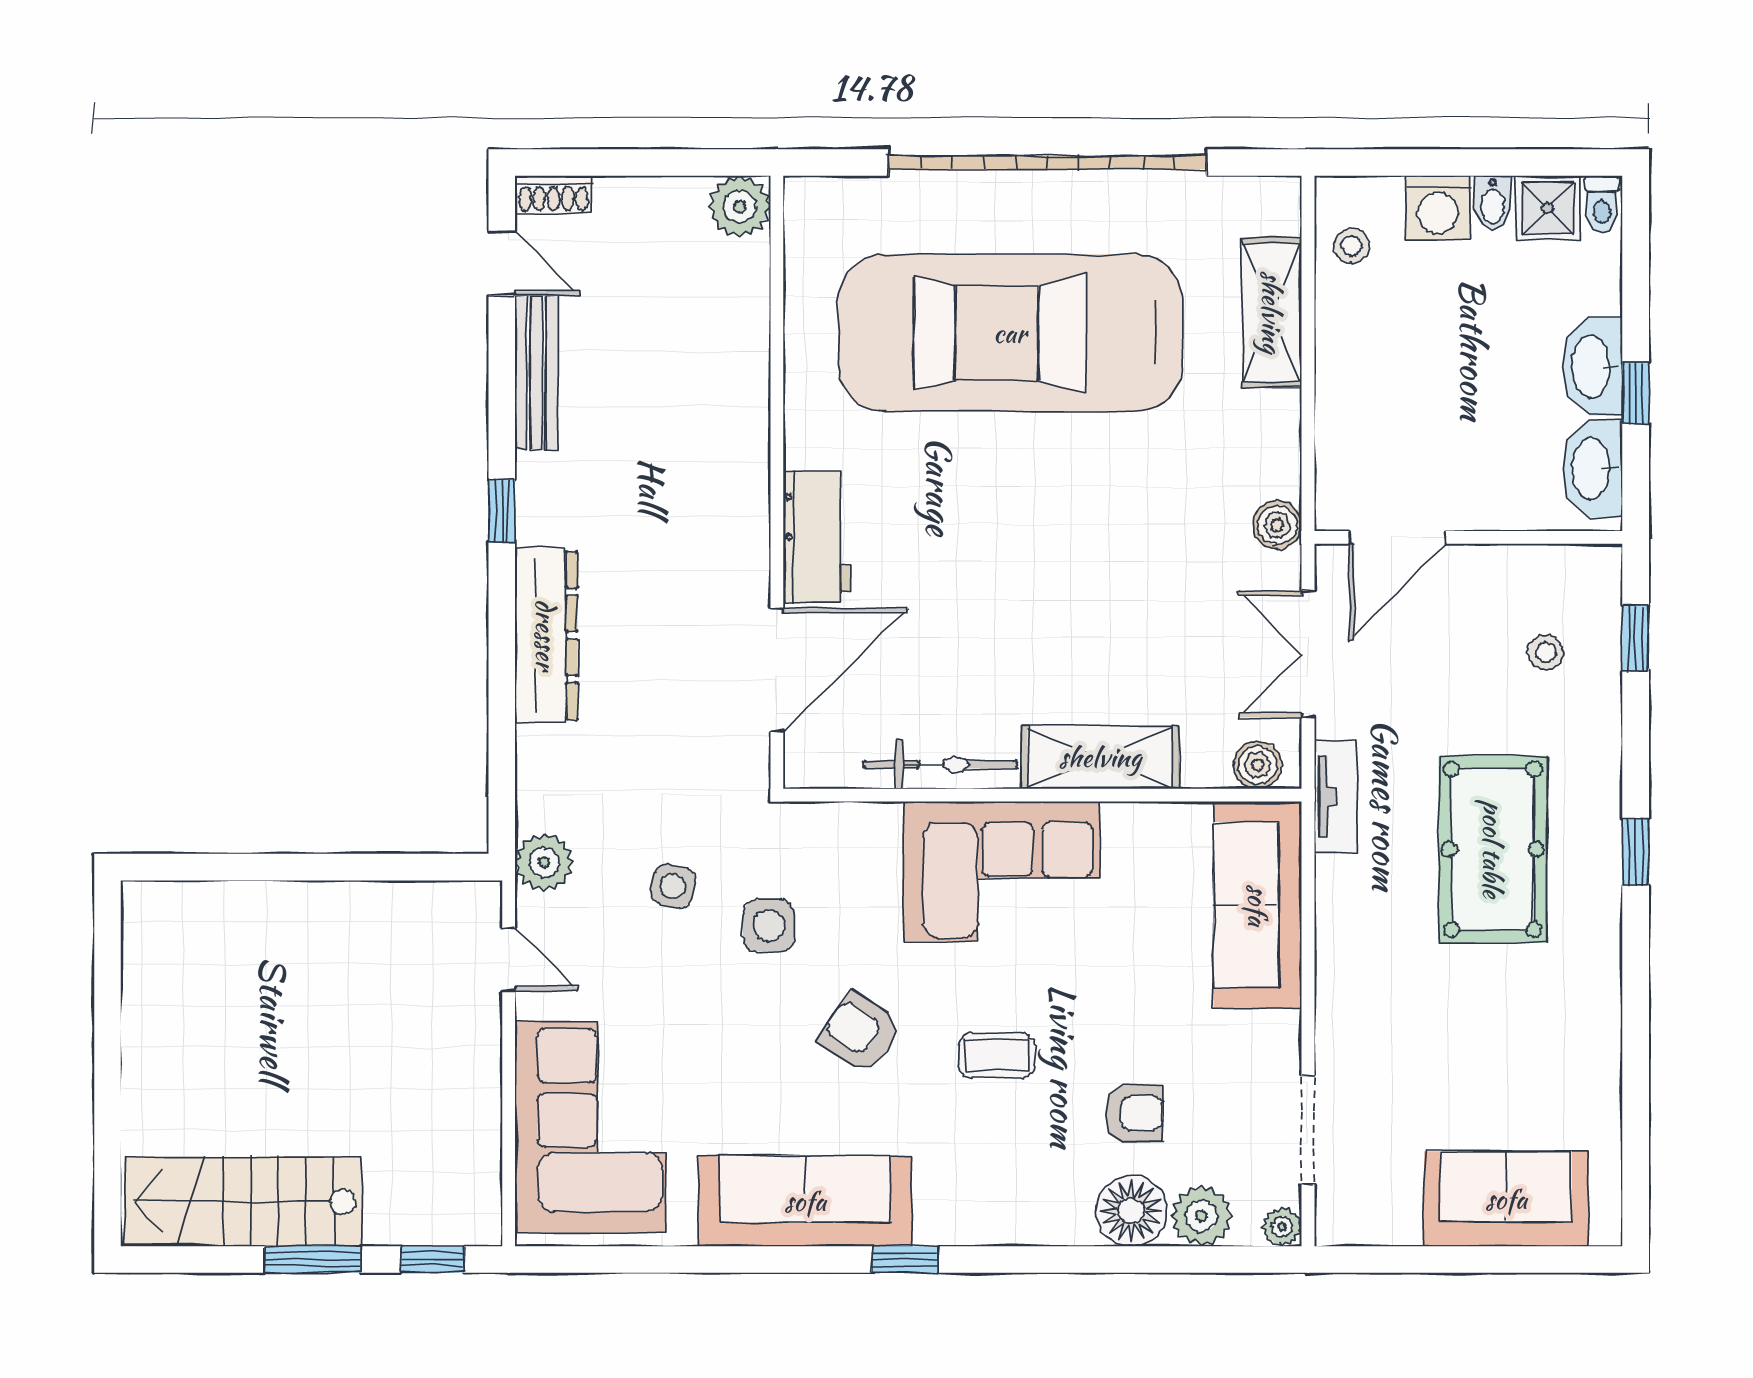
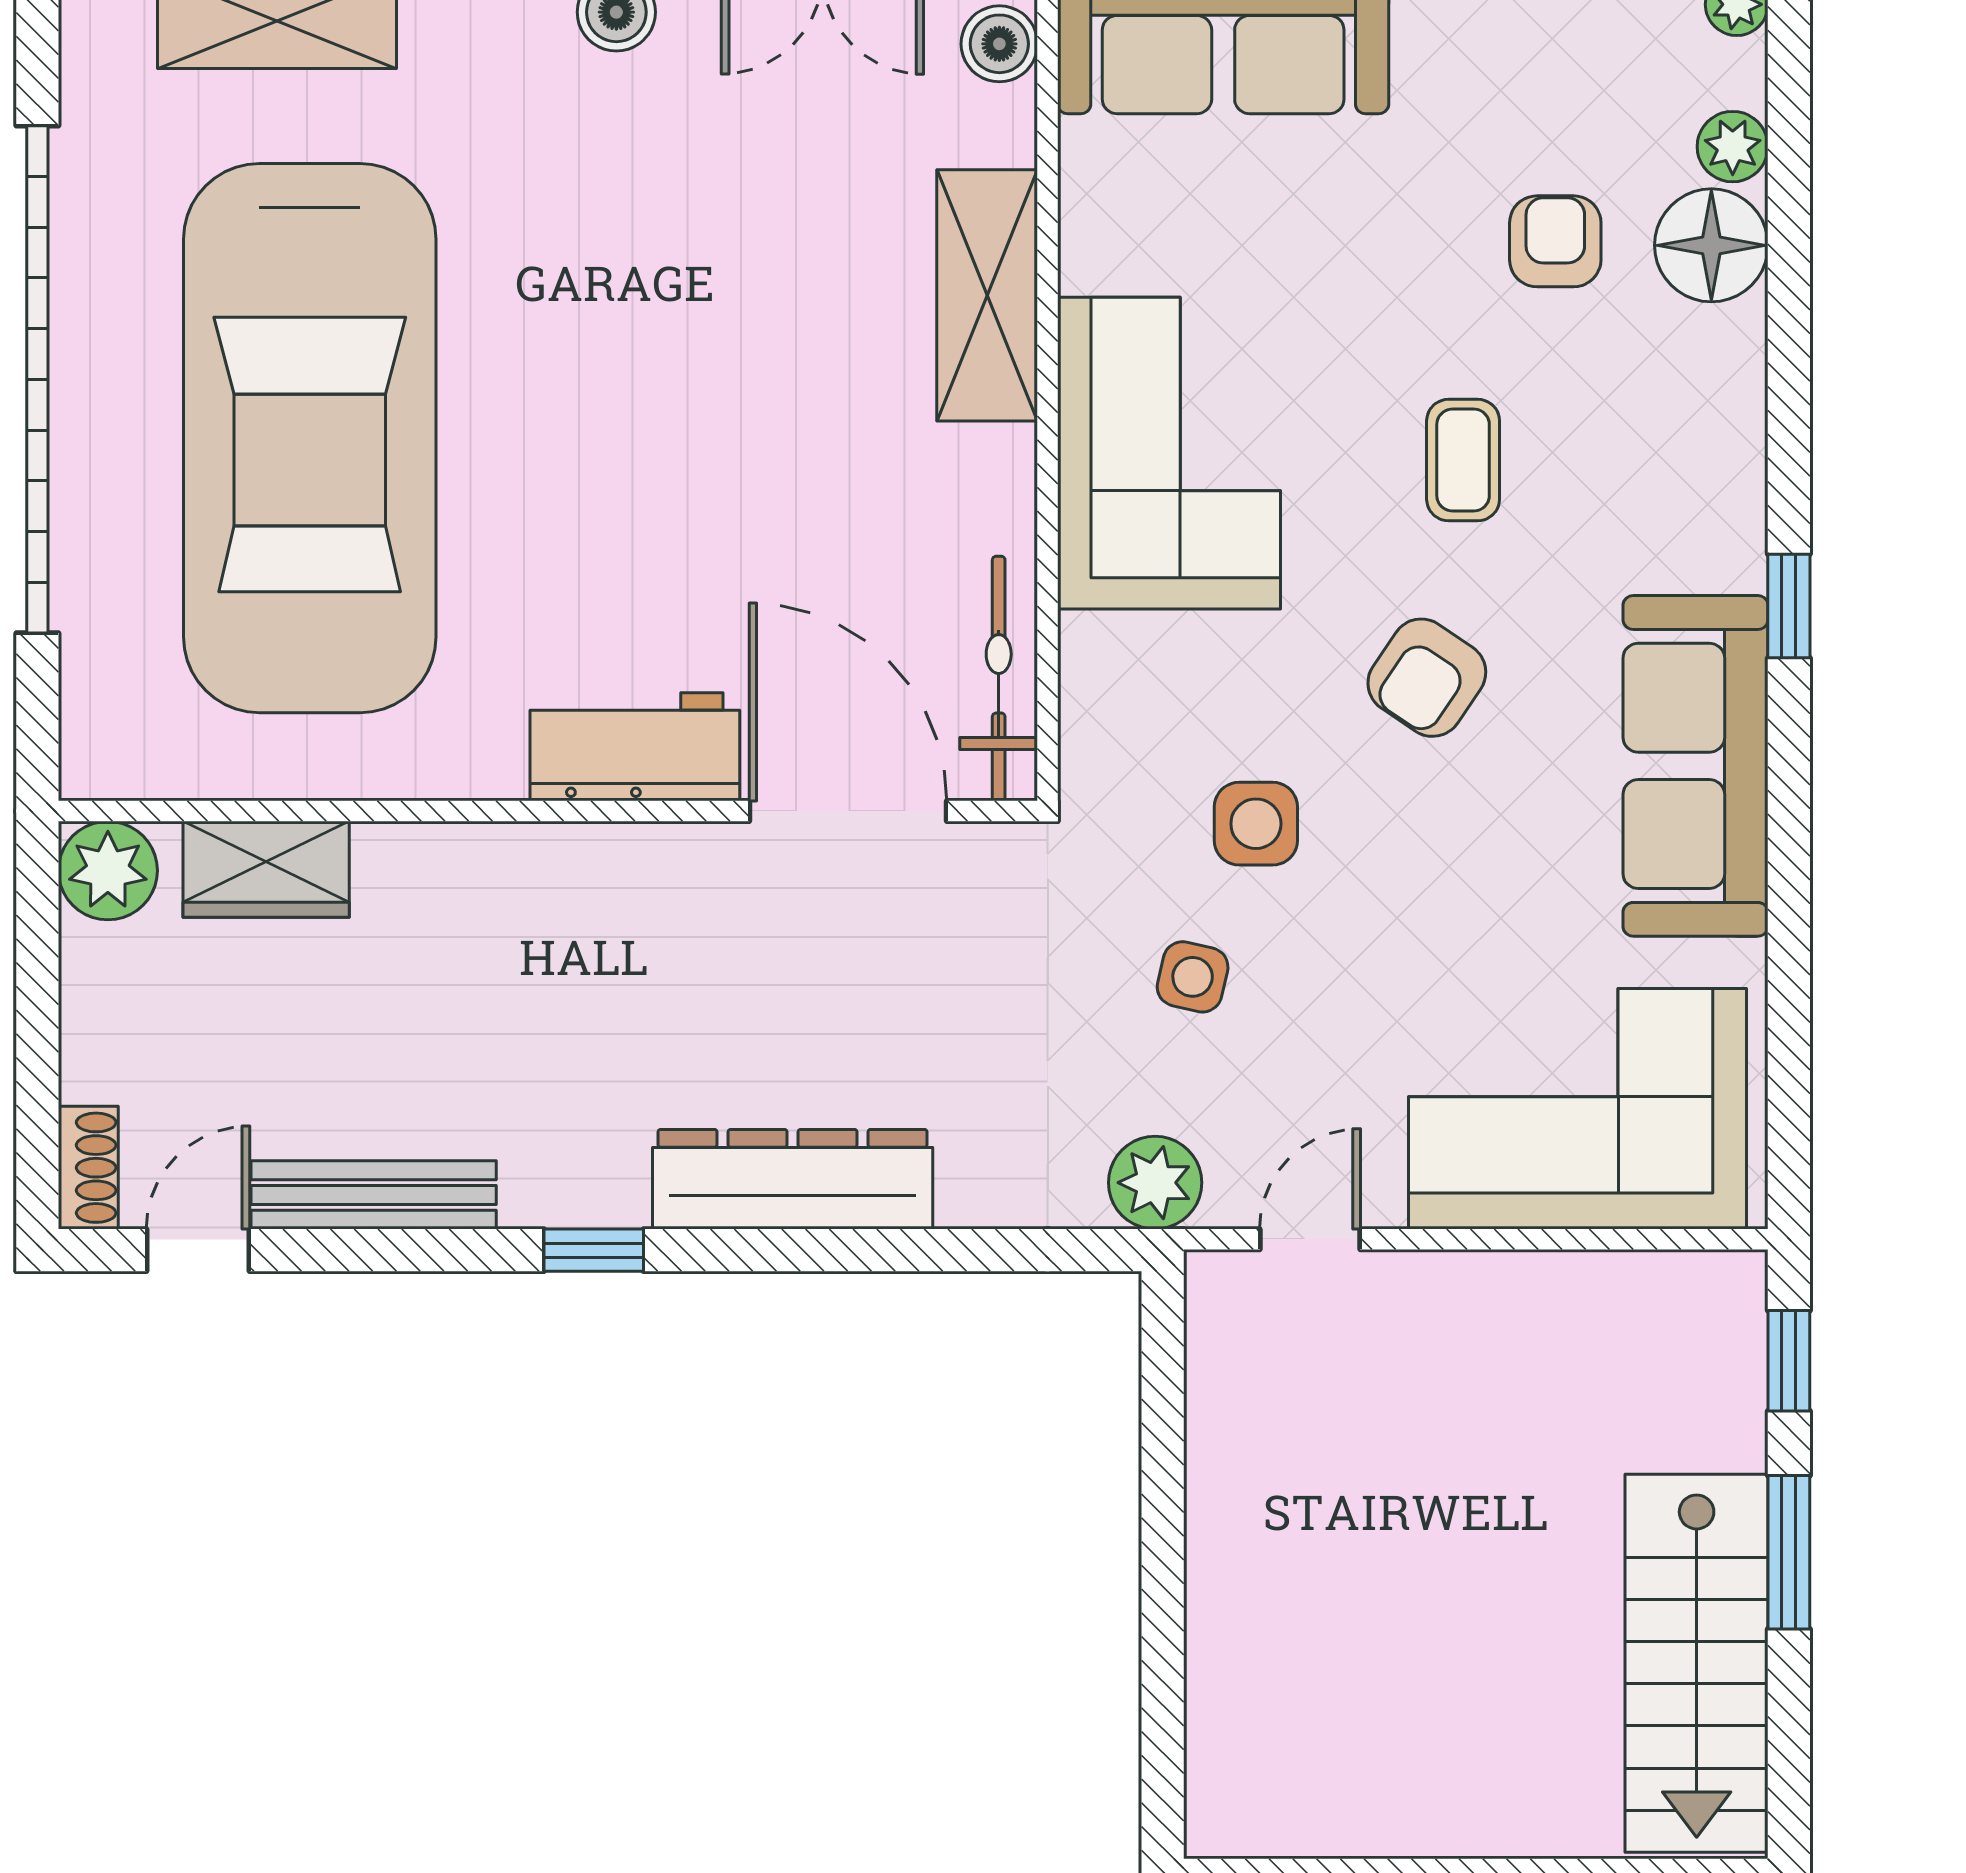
wardrobe: (740, 306) -> (266, 869), added
bicycle: (940, 764) -> (999, 679), moved
plant: (1201, 1216) -> (1733, 147), width x0.73, depth x0.73

